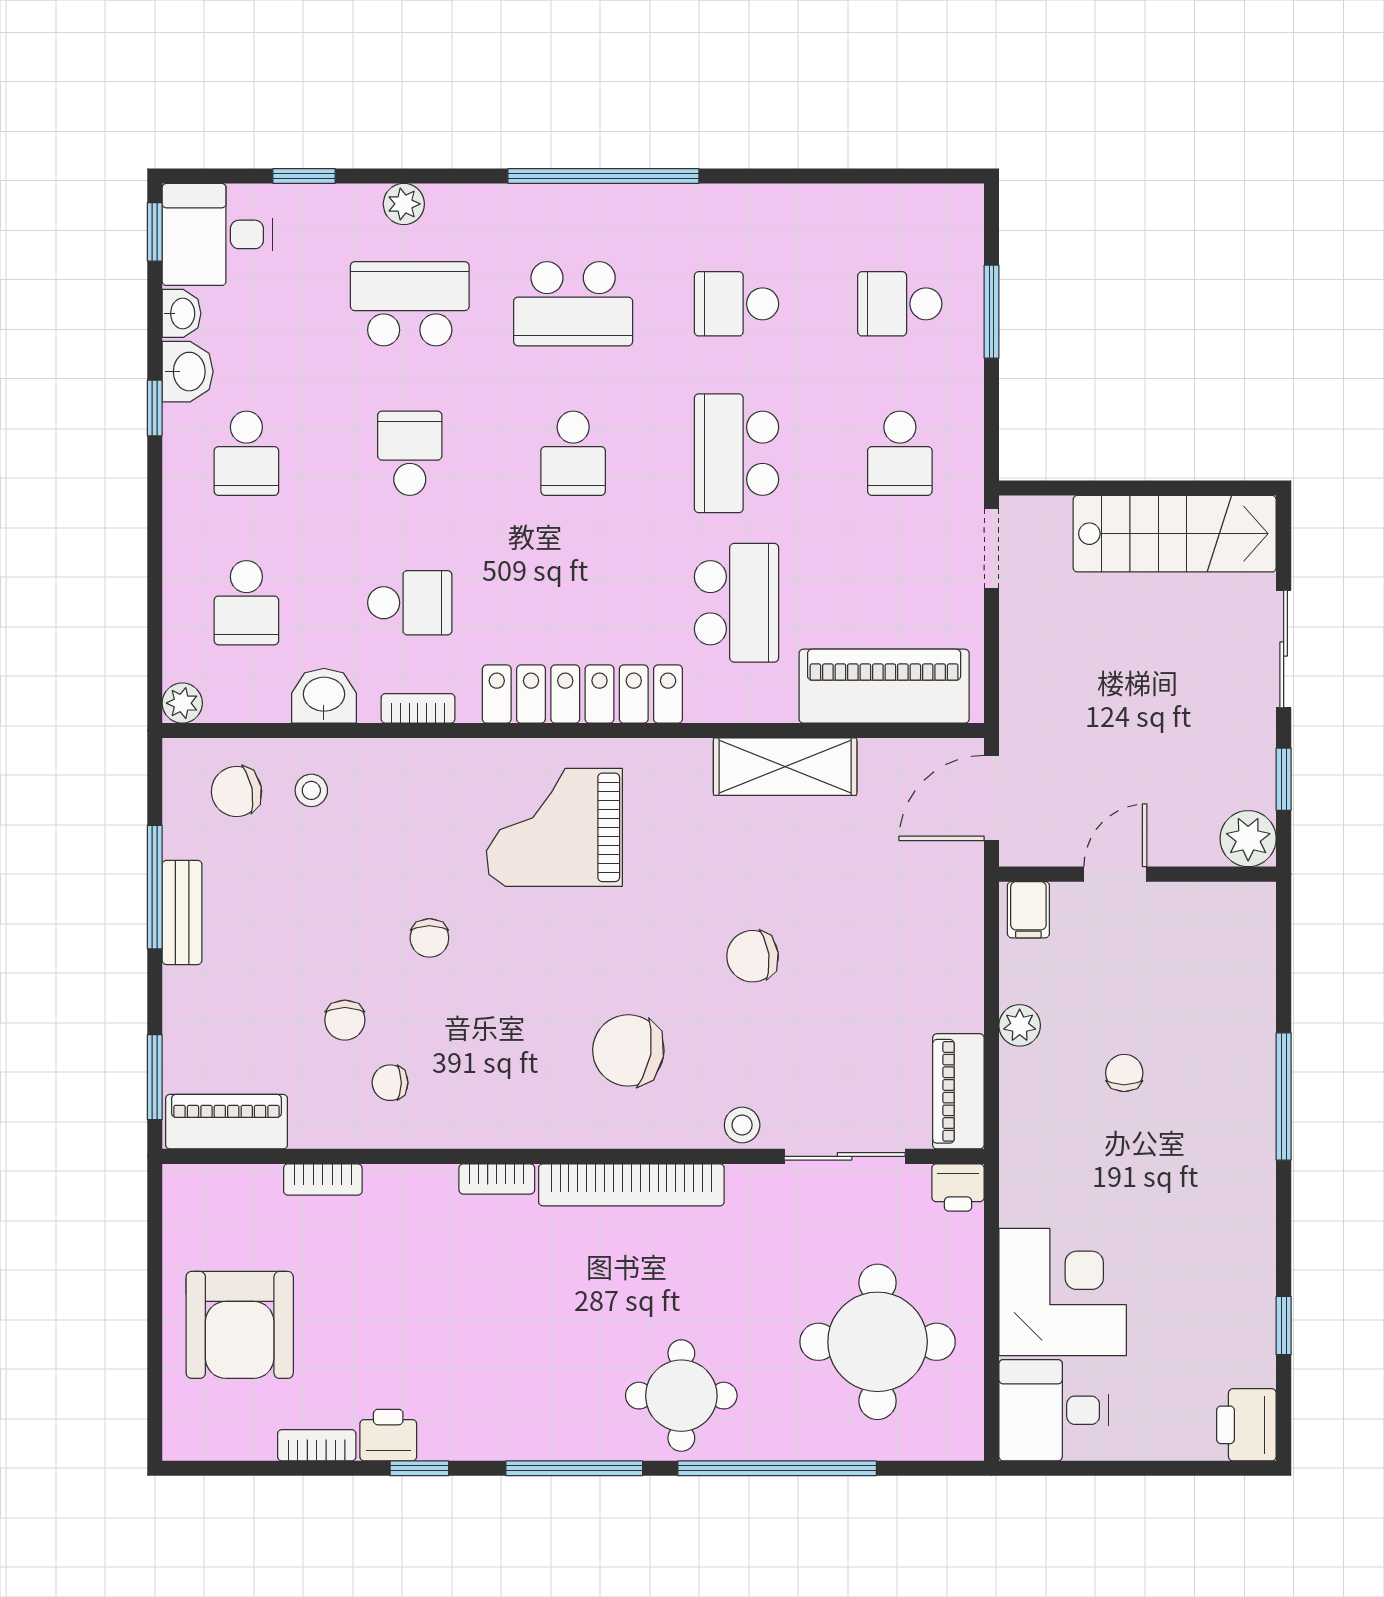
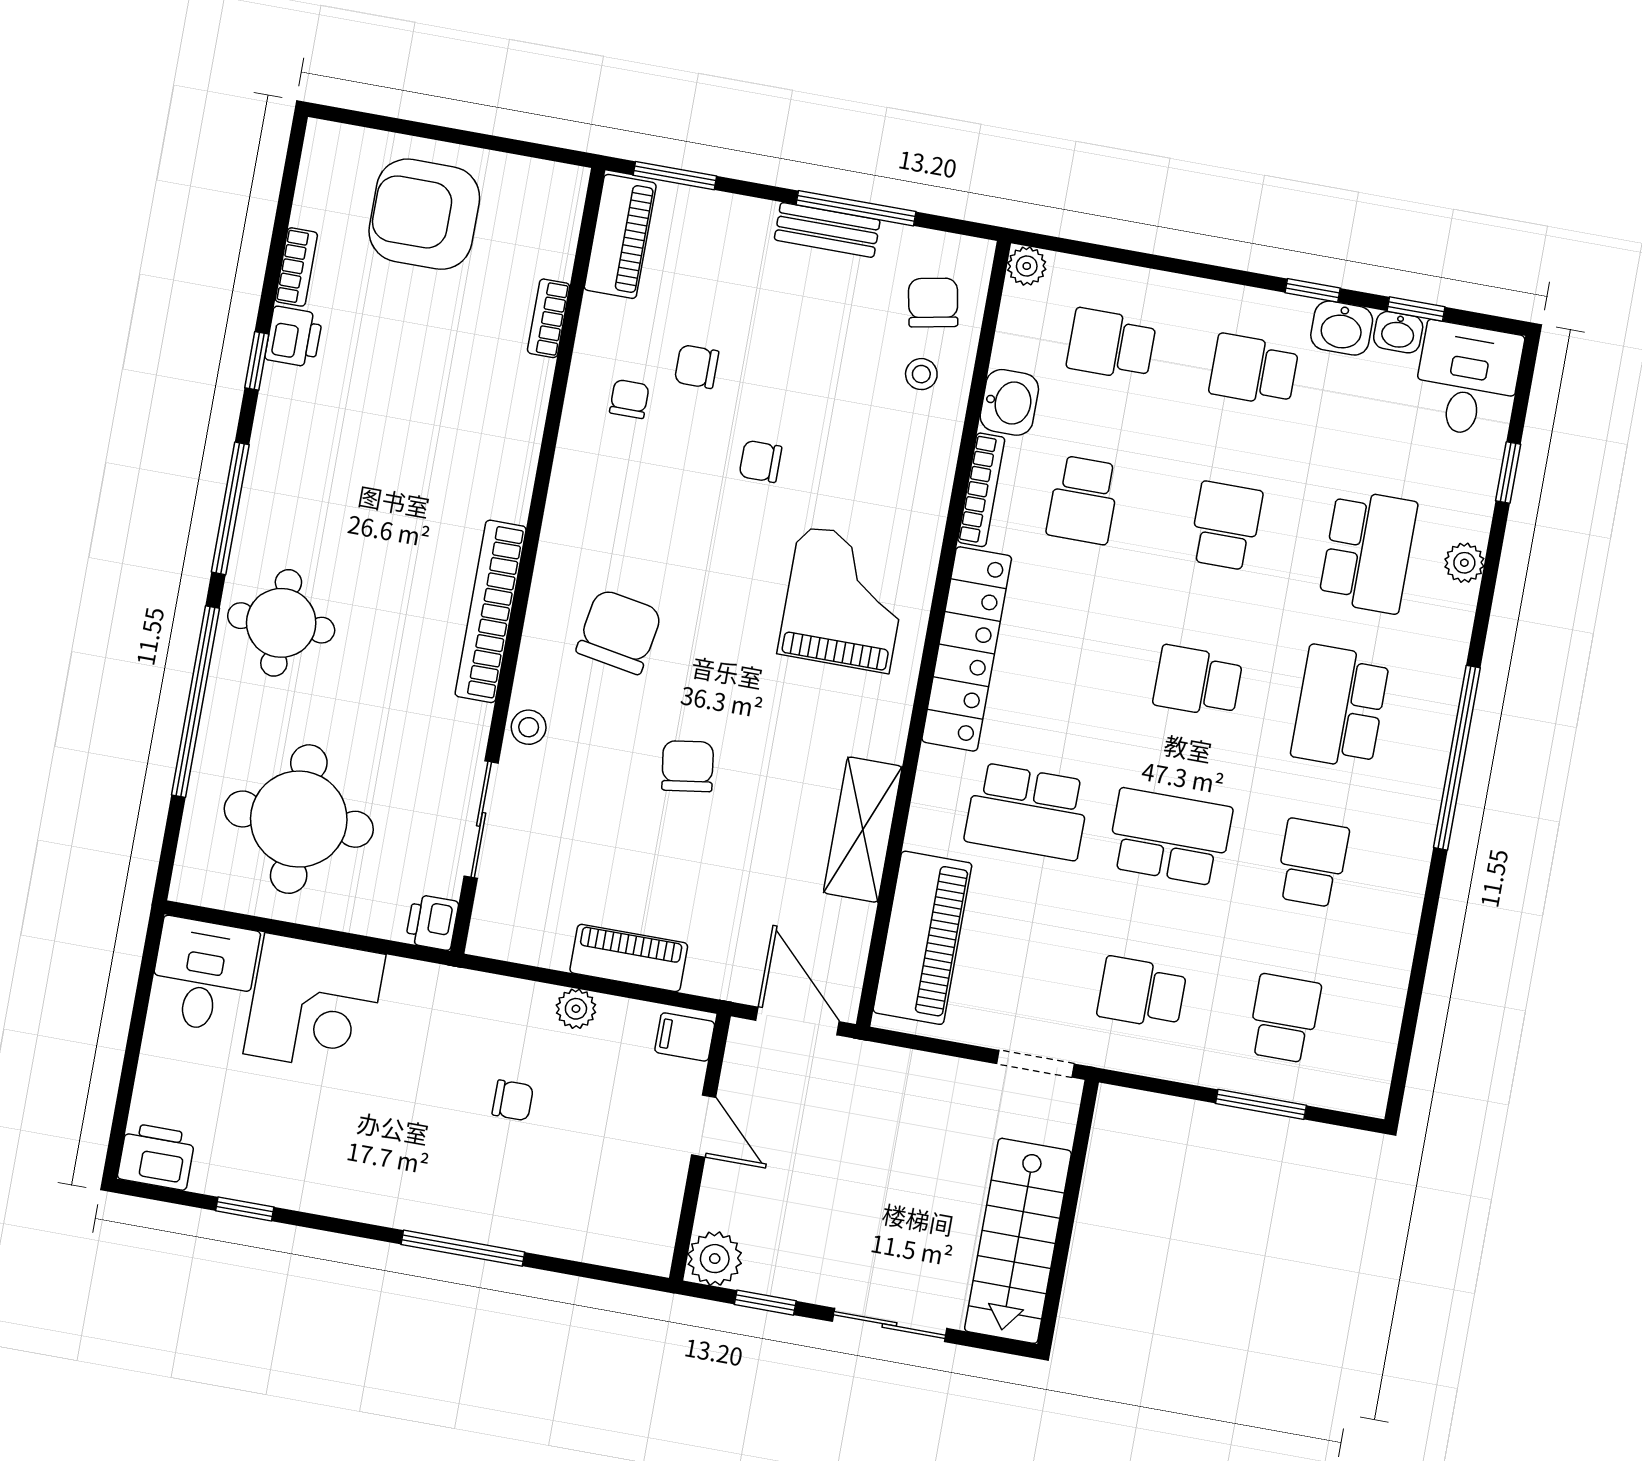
window: (155, 232) -> (1416, 309), moved
school desk: (410, 453) -> (1226, 526), turned -90
bookcase: (418, 708) -> (981, 490), width x1.56
piano: (958, 1091) -> (629, 958), moved
bookcase: (497, 1179) -> (519, 484), removed

